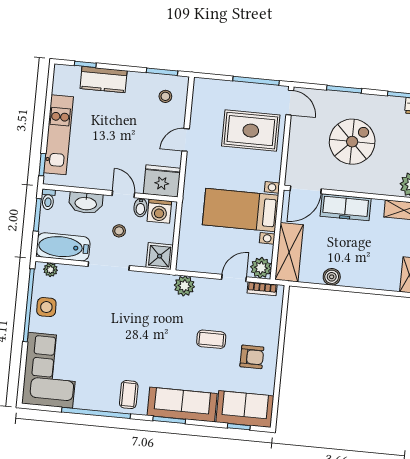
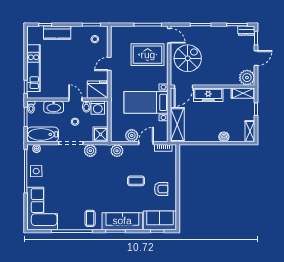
spiral stairs: (352, 142) -> (188, 58), moved
plant: (261, 268) -> (132, 135), moved
boiler: (332, 277) -> (224, 137), moved
plant: (140, 282) -> (90, 151), added

